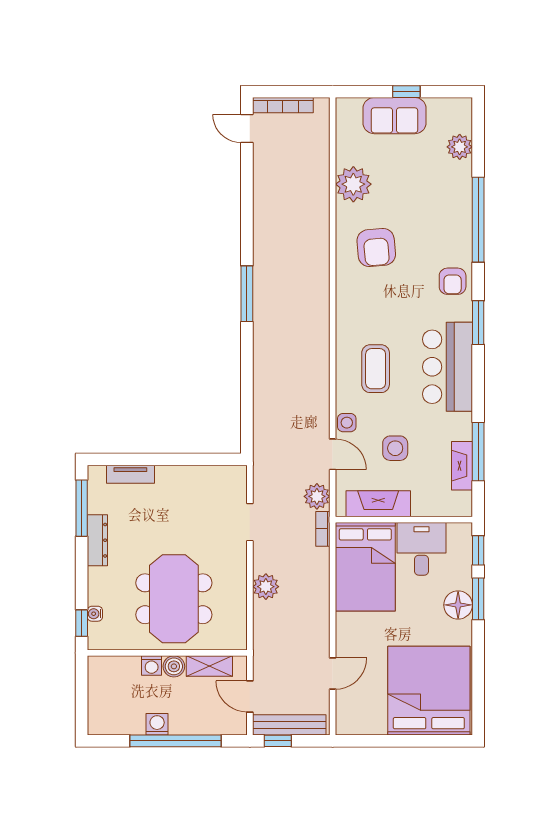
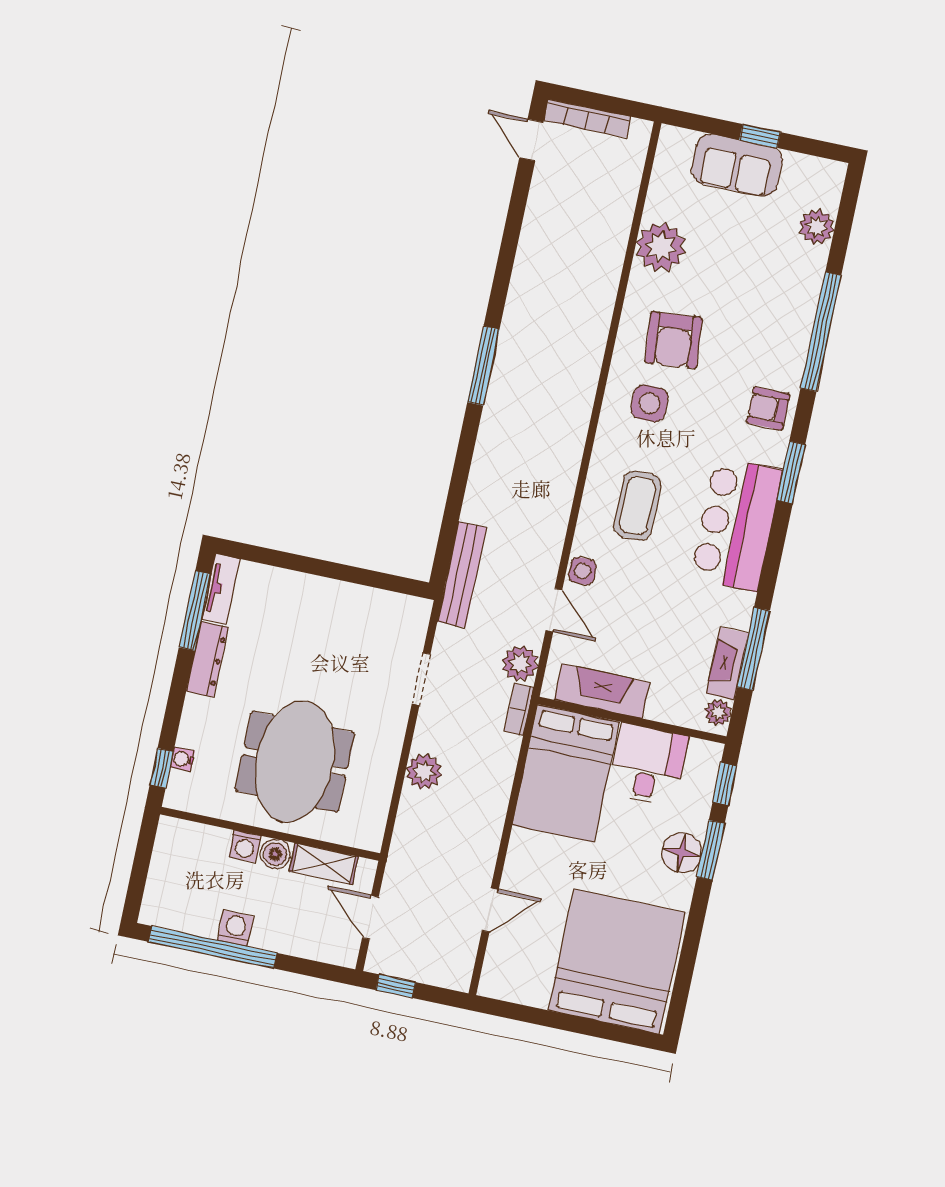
armchair: (453, 281) -> (768, 408), turned 90
side table: (395, 448) -> (649, 403), moved
tv unit: (130, 474) -> (221, 589), moved, turned -90
plant: (463, 501) -> (718, 712), added
bench: (289, 725) -> (462, 575), moved, turned 90
window: (176, 741) -> (213, 947), moved

